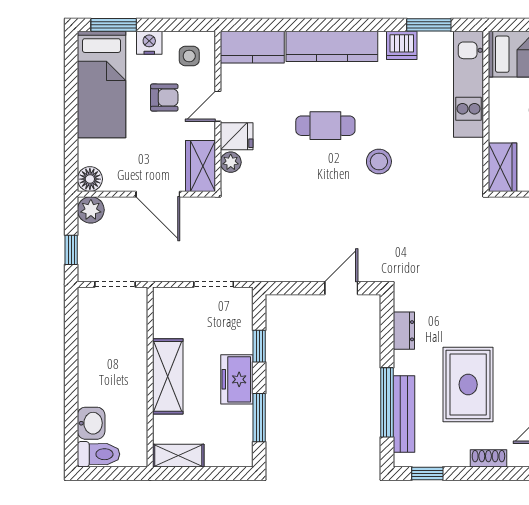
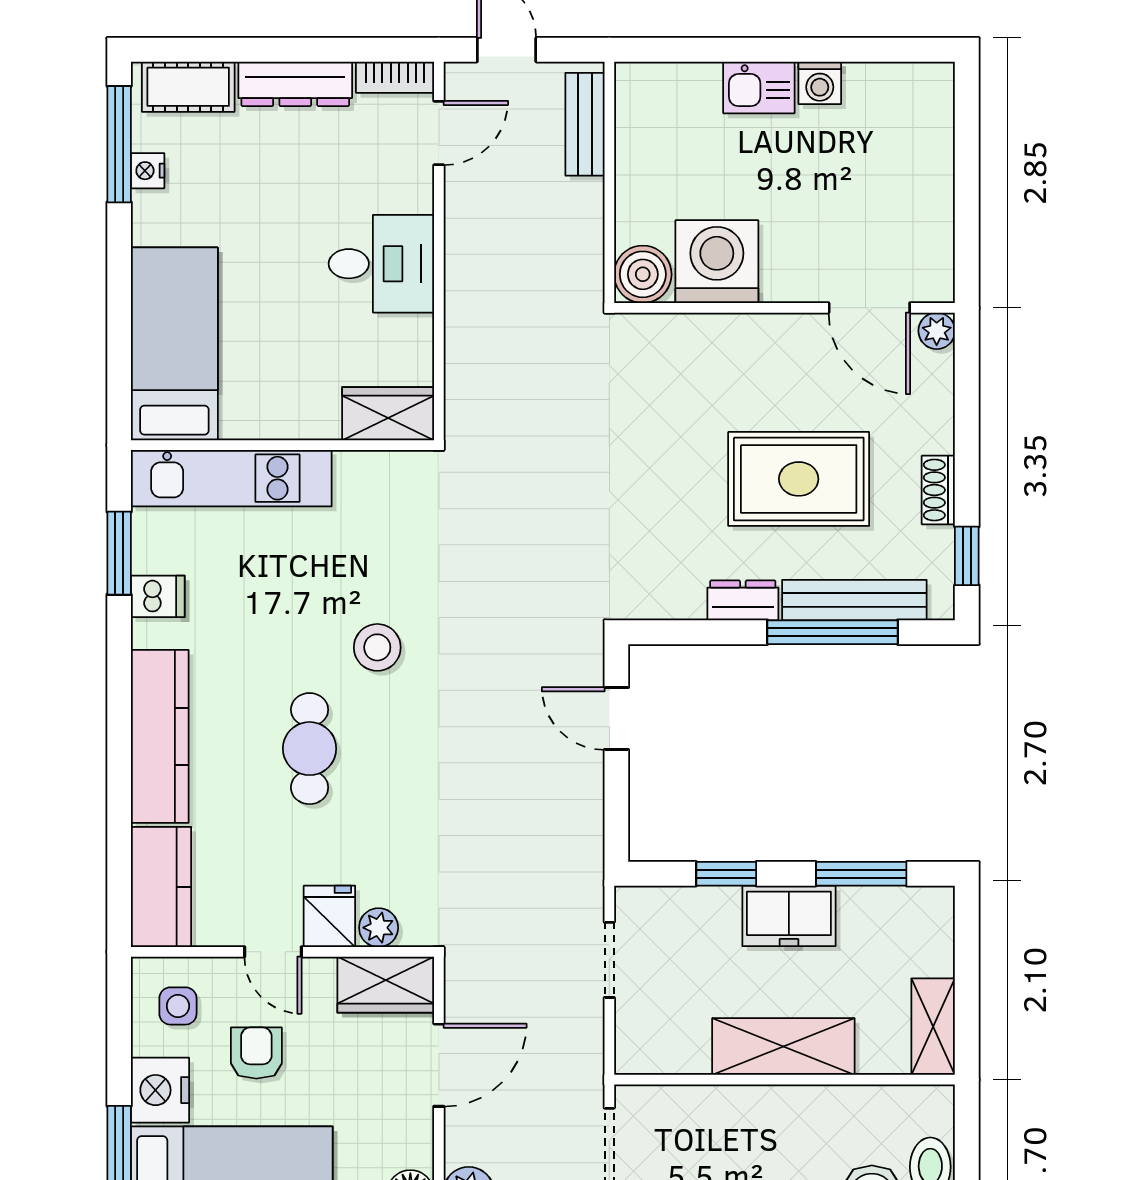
nightstand: (149, 43) -> (160, 1090), width x1.36, depth x1.33
dishwasher: (402, 45) -> (158, 596), width x0.73
dresser: (404, 331) -> (743, 600), moved
shoe rack: (488, 458) -> (938, 490), moved

